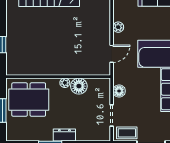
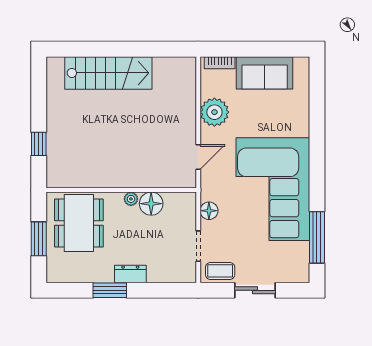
plant: (118, 27) -> (214, 112), width x1.88, depth x1.88
dining table: (29, 100) -> (79, 223), turned 90

